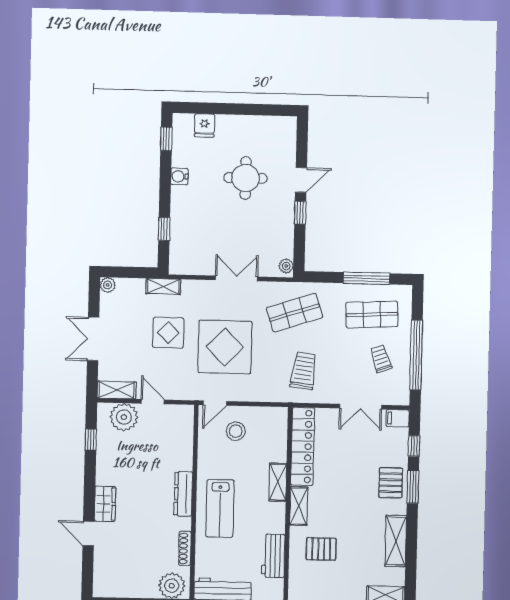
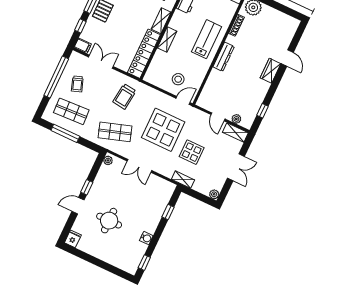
fridge: (204, 125) -> (73, 239), moved
plant: (124, 417) -> (236, 119), width x0.53, depth x0.53

